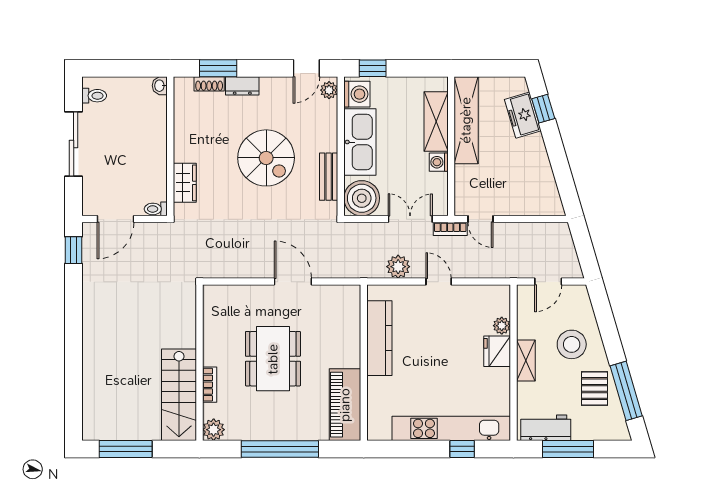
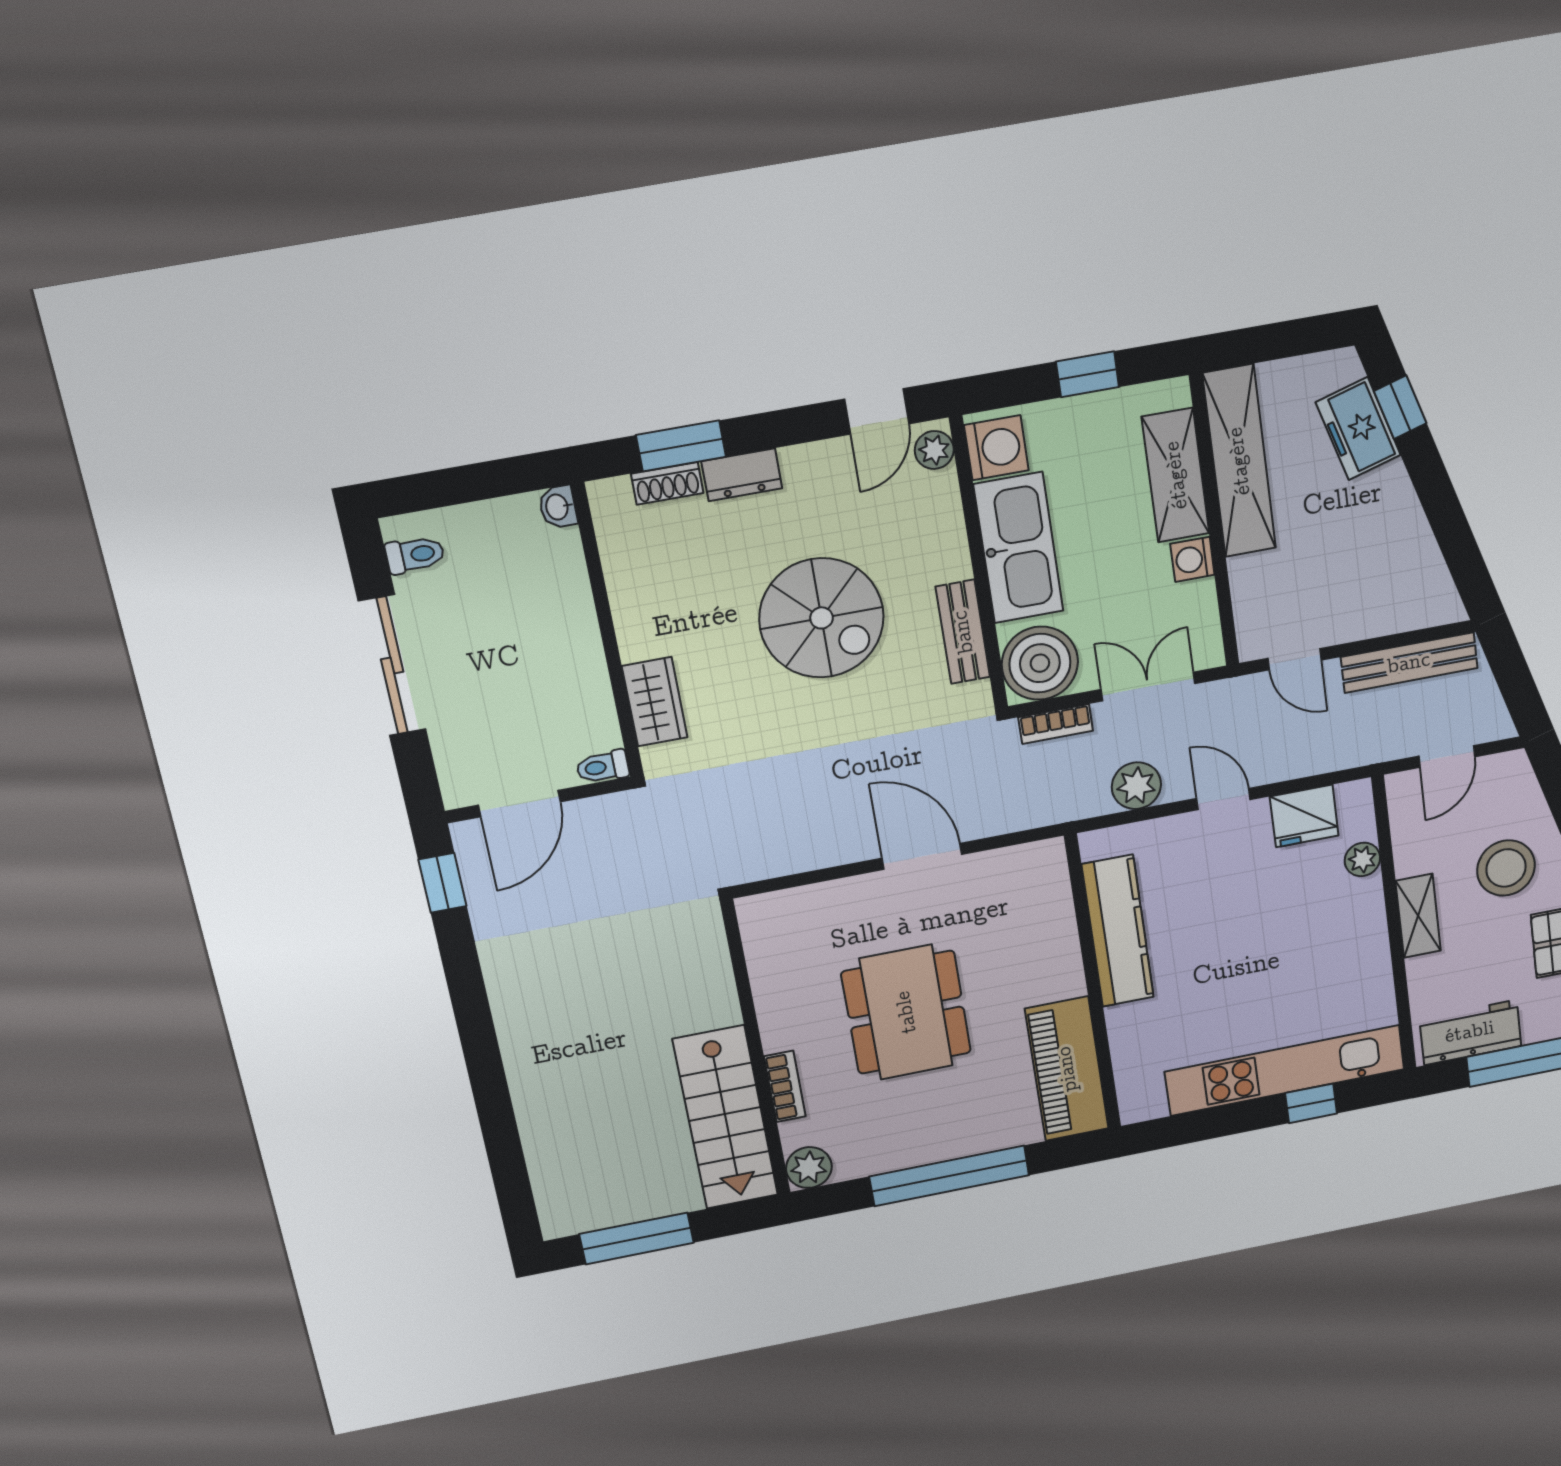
window: (373, 68) -> (1088, 374), moved
bookcase: (450, 229) -> (1056, 724), moved
bench: (535, 231) -> (1409, 663), added
fridge: (497, 351) -> (1304, 816), moved, turned -90

